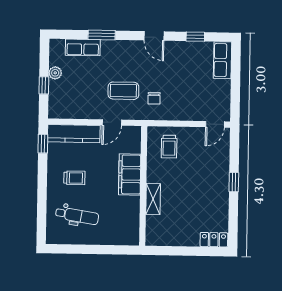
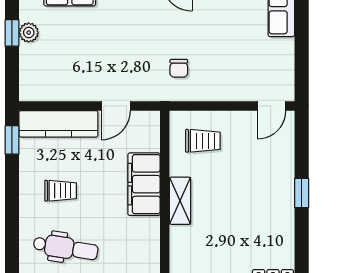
window: (44, 85) -> (12, 33), moved
coffee table: (123, 91) -> (132, 58), removed
trolley: (169, 147) -> (203, 141), turned -90
shelving: (153, 199) -> (180, 201), moved

